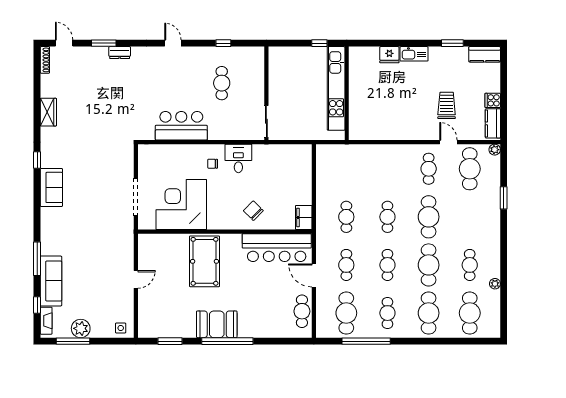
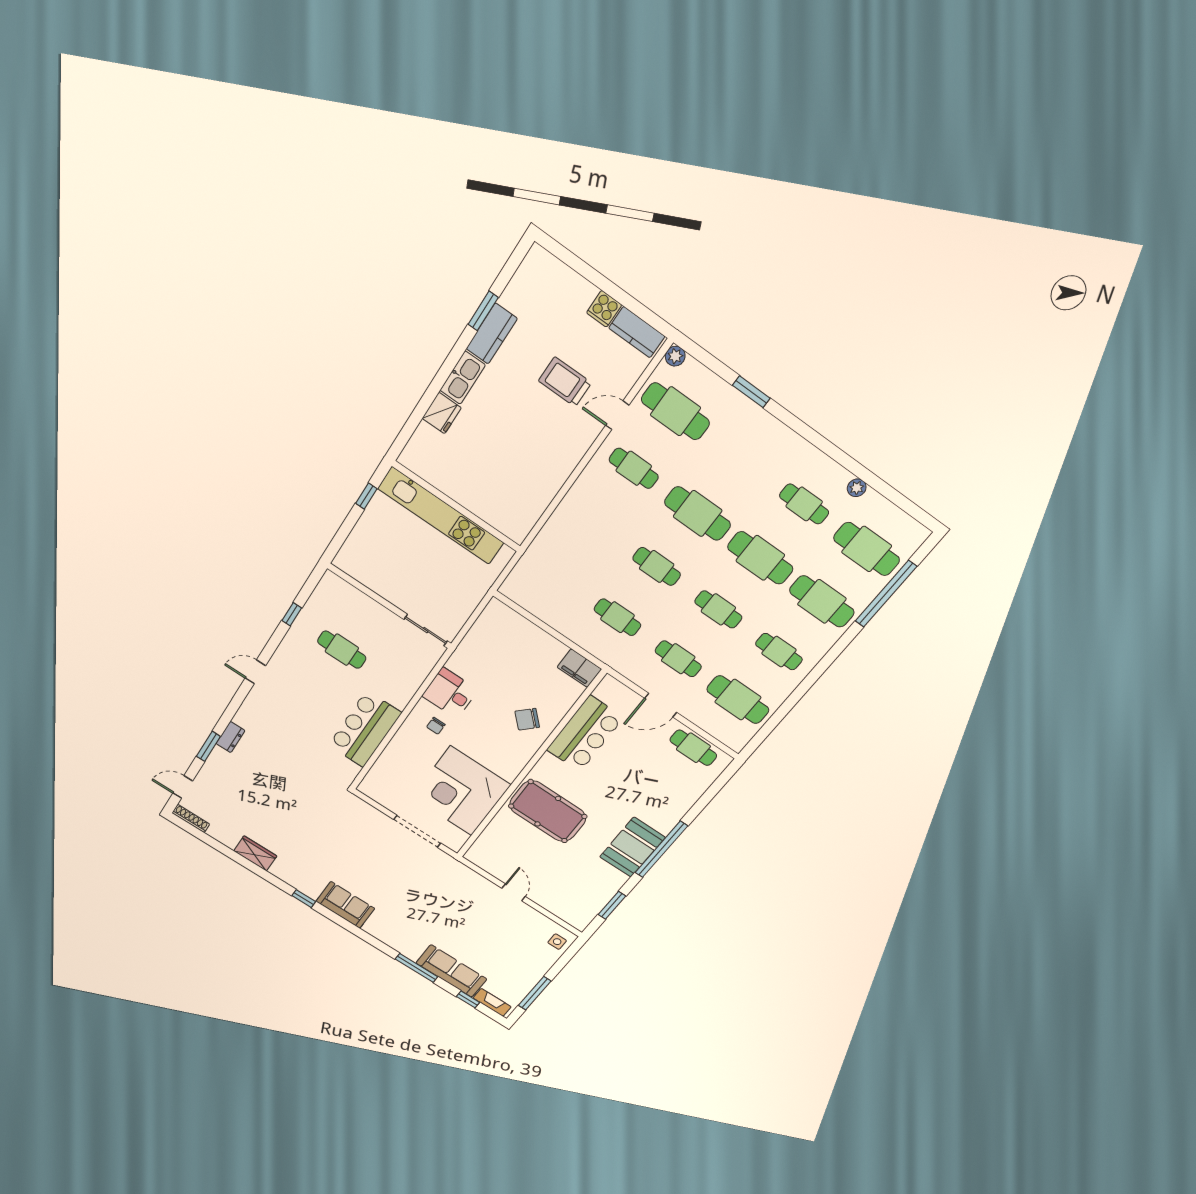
kitchen counter: (485, 54) -> (492, 334), moved
bar counter: (277, 248) -> (585, 734), width x0.73
plant: (81, 328) -> (527, 978), removed
window: (366, 341) -> (886, 594), moved

